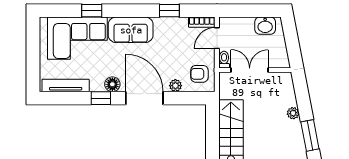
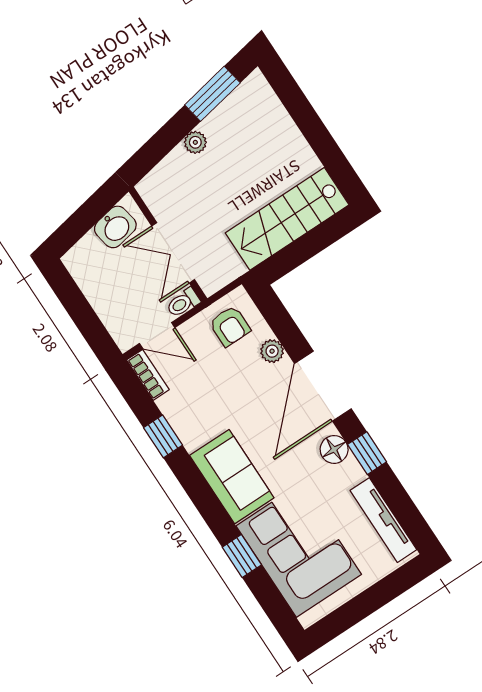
washbasin: (265, 26) -> (115, 227), moved, turned 79

